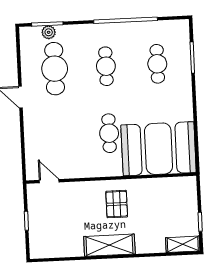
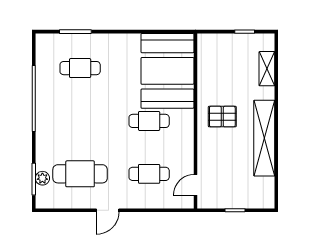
cafe table: (106, 66) -> (149, 174), moved
shelving: (183, 244) -> (267, 69), moved
shelving: (109, 245) -> (264, 138), width x1.47

